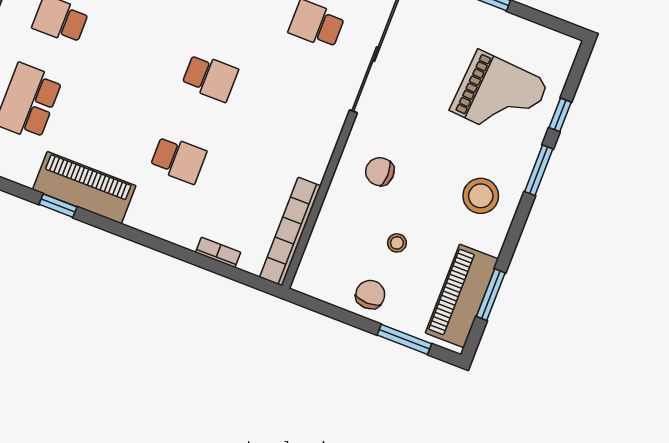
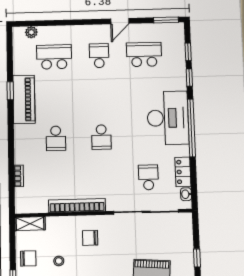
chair: (380, 172) -> (90, 238), turned -90
bookcase: (290, 232) -> (77, 206), moved
shelving: (311, 267) -> (30, 224), added

